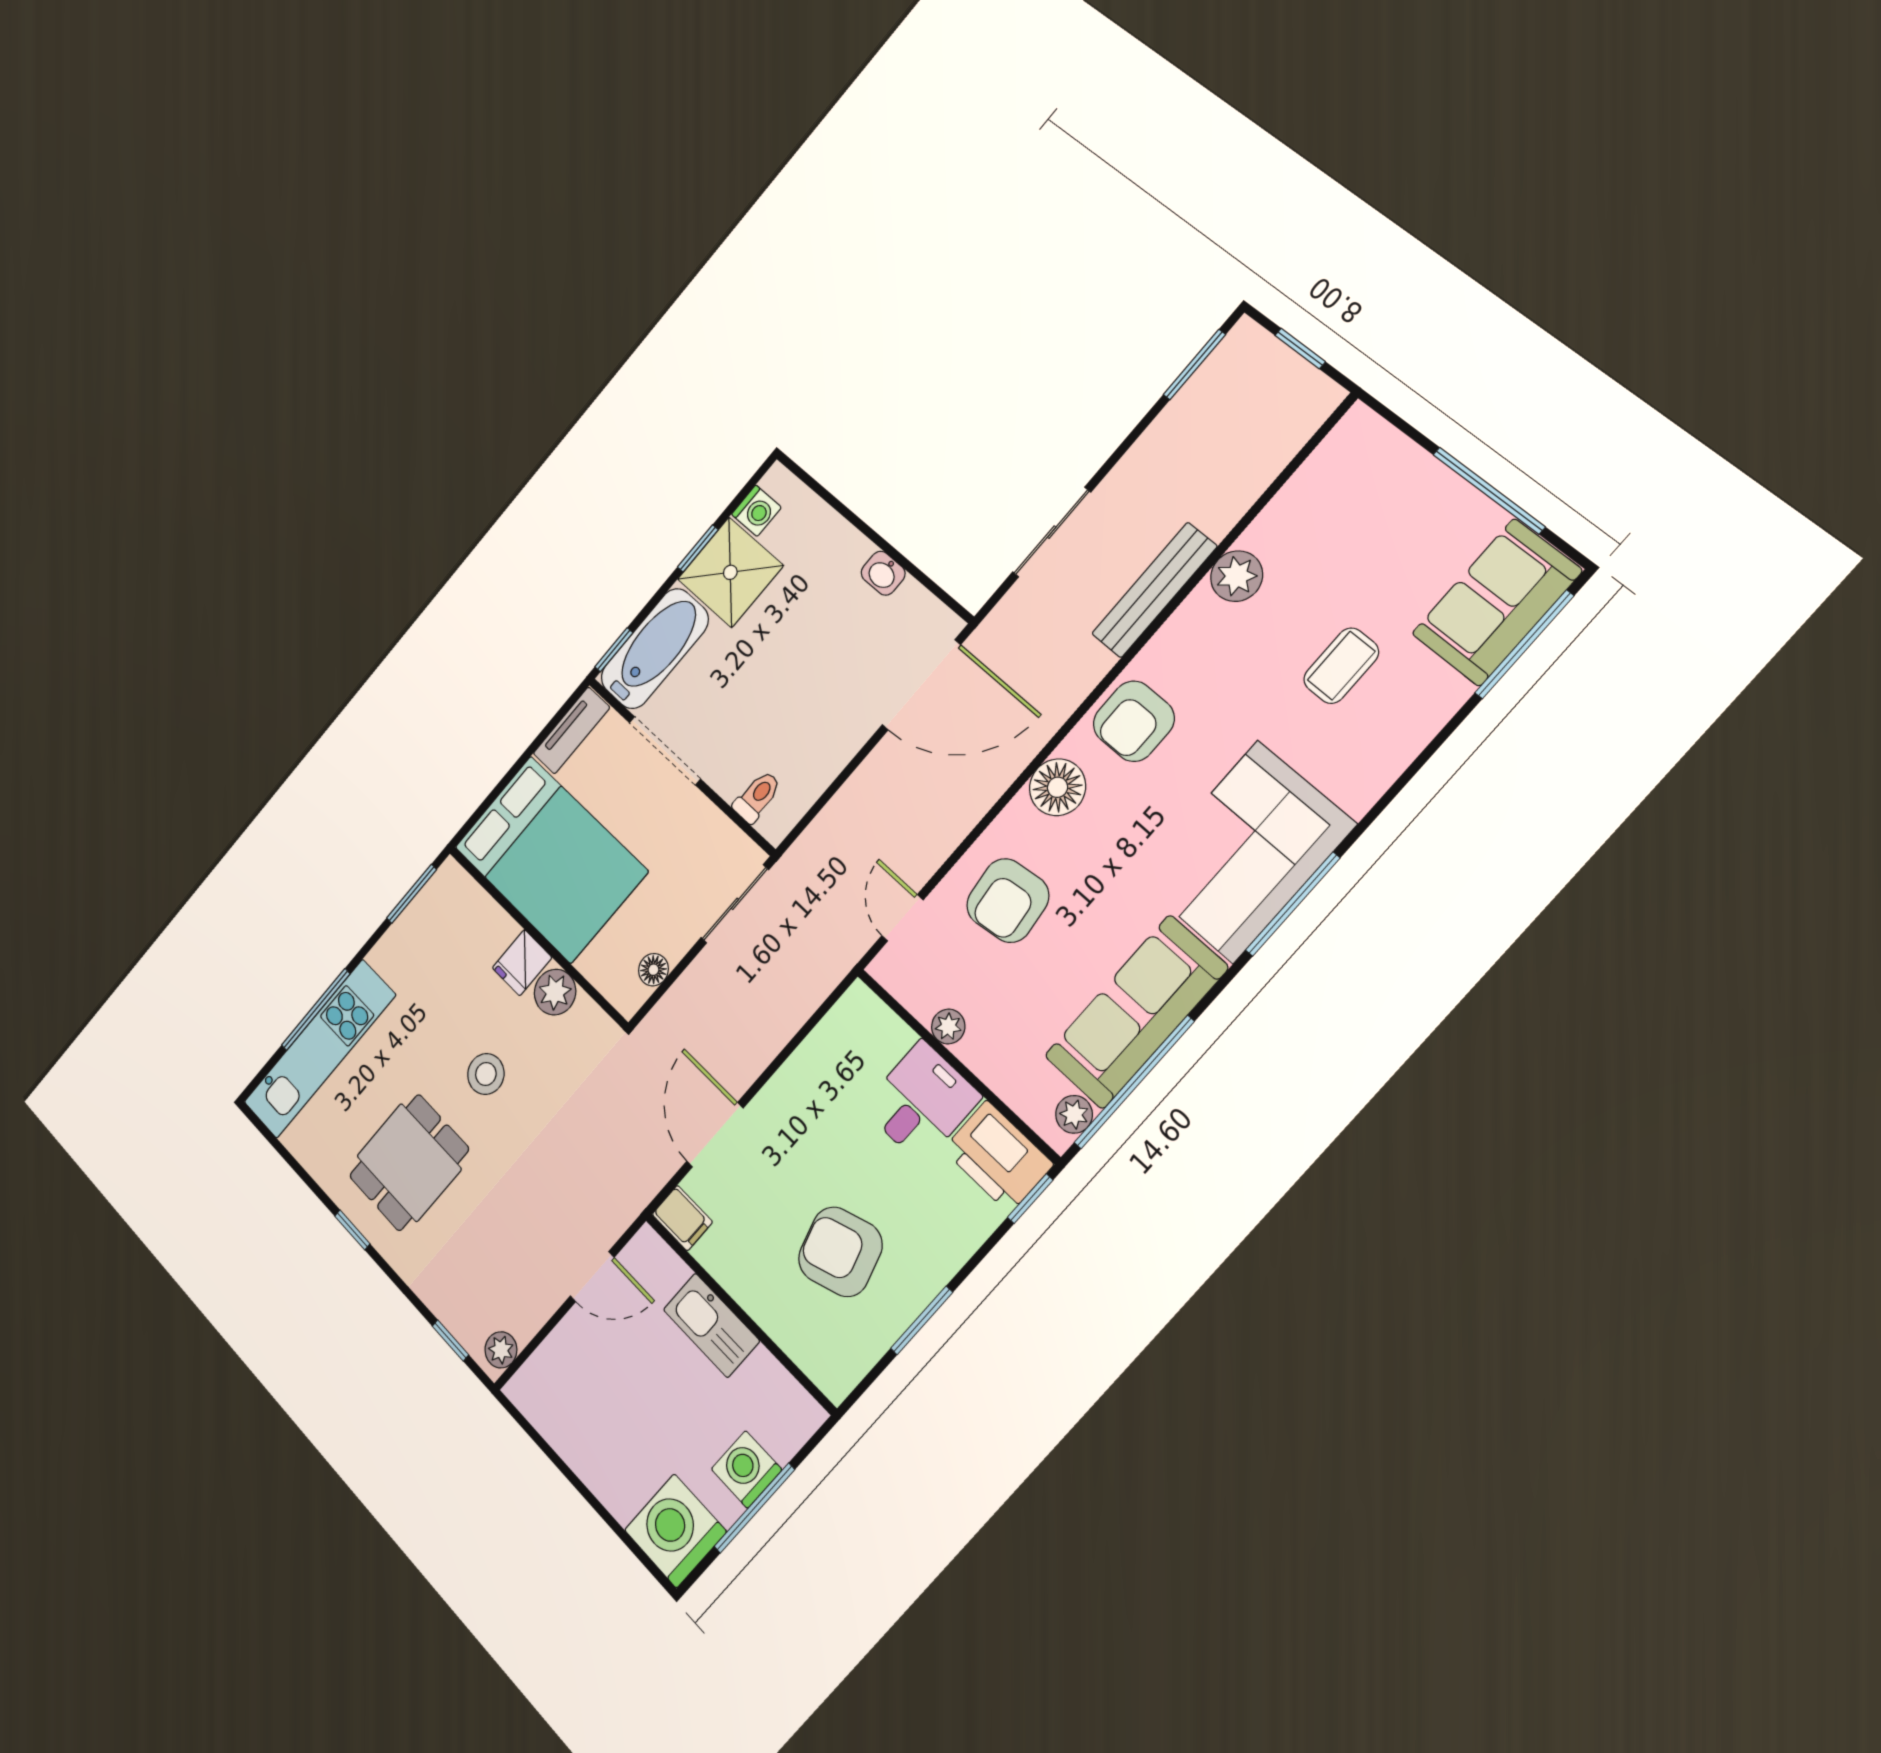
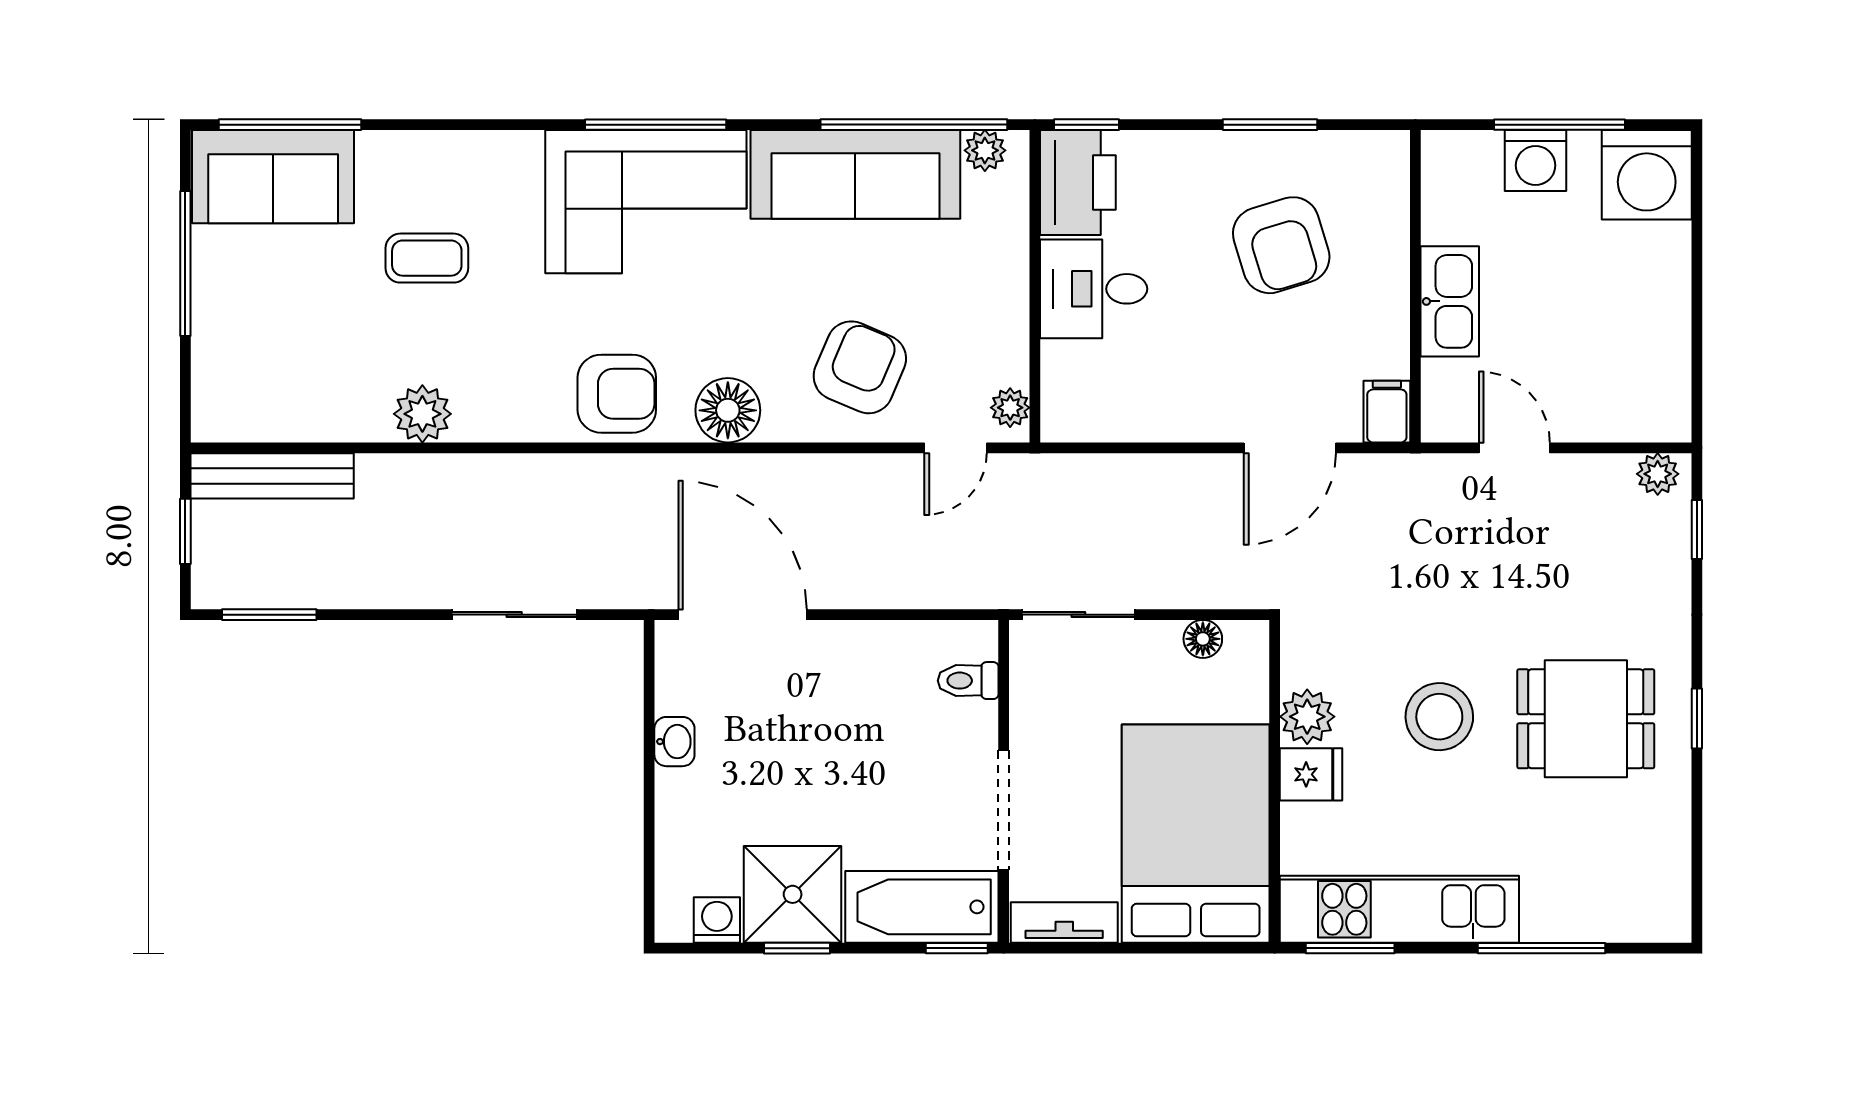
bench: (1154, 590) -> (272, 476), moved
armchair: (1008, 901) -> (860, 367), turned -60
plant: (948, 1026) -> (1010, 408), moved
kitchen unit: (320, 1049) -> (1399, 909), moved
stool: (486, 1074) -> (1439, 717), width x1.38, depth x1.38

